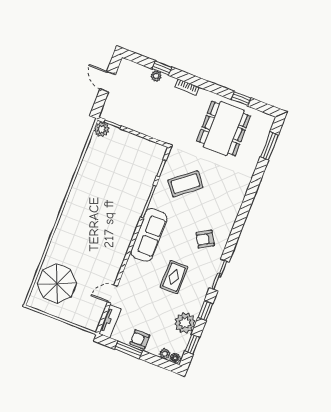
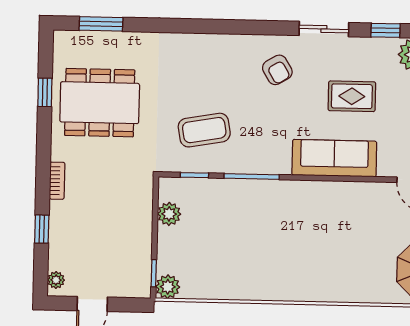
plant: (156, 76) -> (56, 280), moved
plant: (144, 146) -> (169, 214), added
coffee table: (185, 184) -> (204, 130), turned -61
sofa: (149, 235) -> (334, 158), moved

